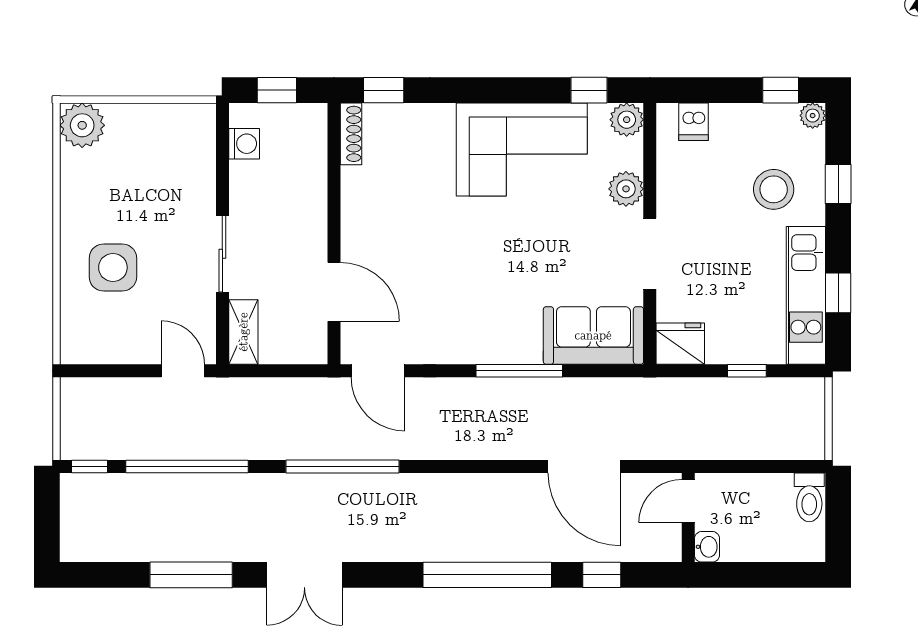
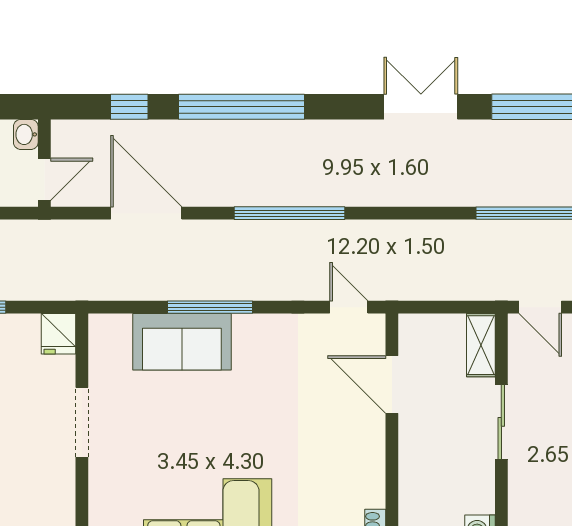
plant: (626, 189) -> (105, 486), removed
sofa: (593, 335) -> (182, 342), moved
fridge: (680, 344) -> (59, 334), width x0.72
door: (378, 371) -> (349, 307), width x0.73
window: (343, 467) -> (290, 213), moved

